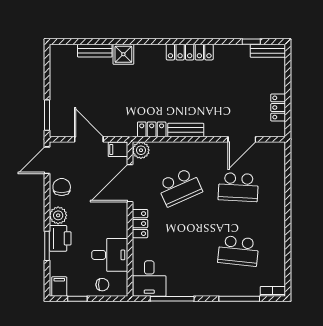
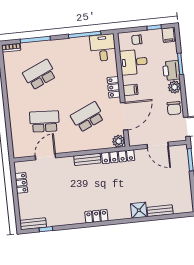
locker: (190, 52) -> (96, 216), width x0.66
locker: (152, 129) -> (118, 157), width x1.53
filing cabinet: (118, 149) -> (130, 90), moved
school desk: (238, 251) -> (40, 75), turned -30

